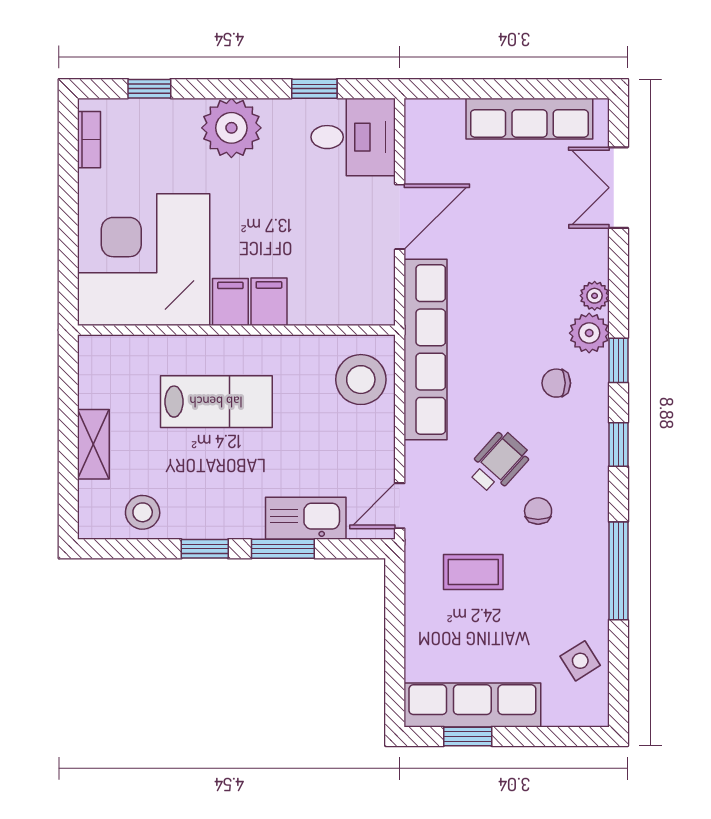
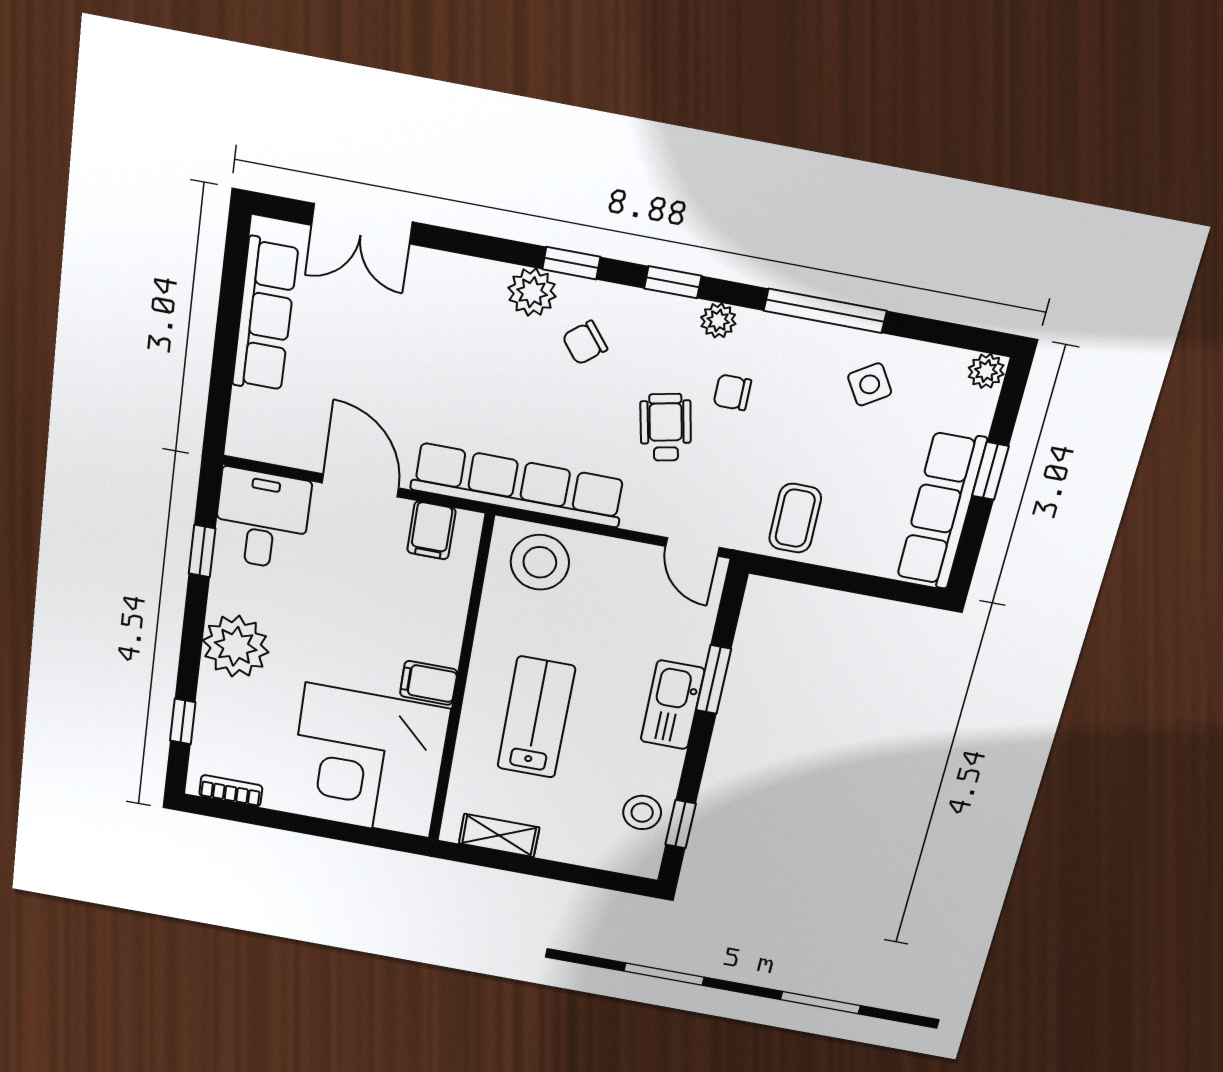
plant: (595, 296) -> (718, 320), moved
filing cabinet: (269, 302) -> (431, 531), moved, turned -90
chair: (556, 383) -> (585, 343), turned 51
shelving: (93, 444) -> (499, 835), moved
wheelchair: (498, 463) -> (666, 427), turned 36
kitchen sink: (306, 518) -> (672, 705), moved
window: (205, 549) -> (681, 824), moved
coffee table: (473, 572) -> (795, 518), moved
side table: (580, 661) -> (870, 384), moved
plant: (594, 711) -> (986, 371), added
window: (468, 736) -> (990, 471), moved

